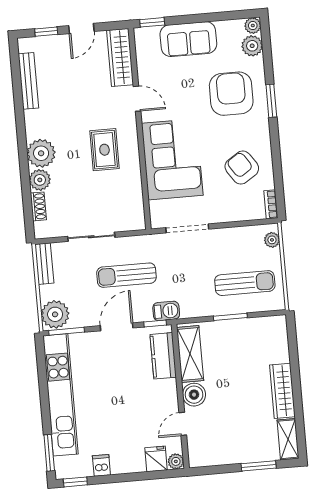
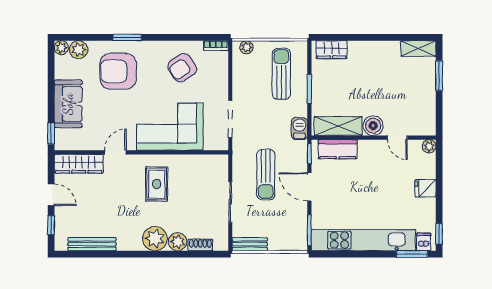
rug: (104, 150) -> (157, 184), turned 90
barbecue: (166, 311) -> (299, 129), moved
plant: (55, 314) -> (294, 239), removed
wardrobe: (282, 391) -> (332, 50), moved, width x0.67
fridge: (156, 459) -> (425, 188), moved
dishwasher: (101, 465) -> (424, 242), moved, turned 90

